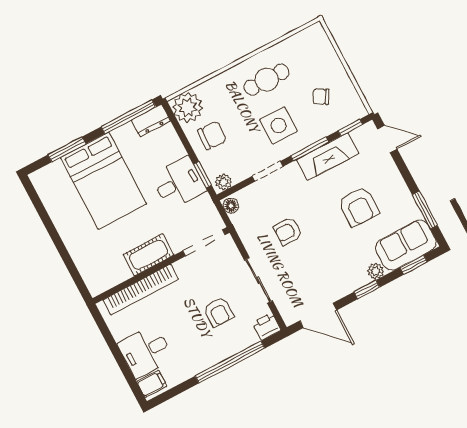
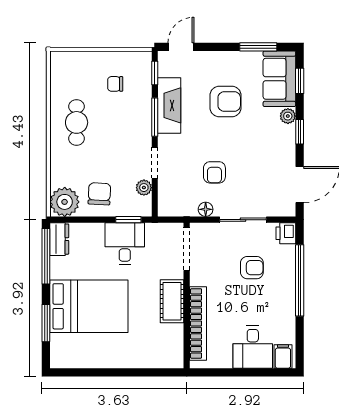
chair: (321, 97) -> (115, 84), turned 60
side table: (279, 126) -> (121, 133), removed
plant: (223, 182) -> (144, 188), moved
floor lamp: (231, 206) -> (206, 209), moved

